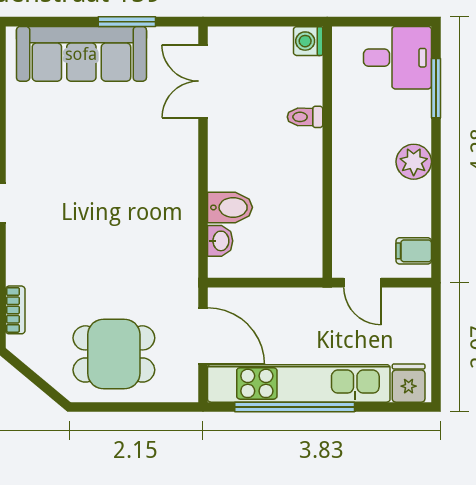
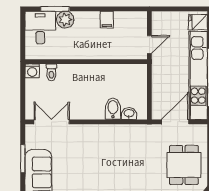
double door: (203, 81) -> (52, 122), swing flipped
toilet: (305, 117) -> (51, 72), moved
plant: (414, 162) -> (65, 20), moved
filing cabinet: (414, 251) -> (107, 20), moved

